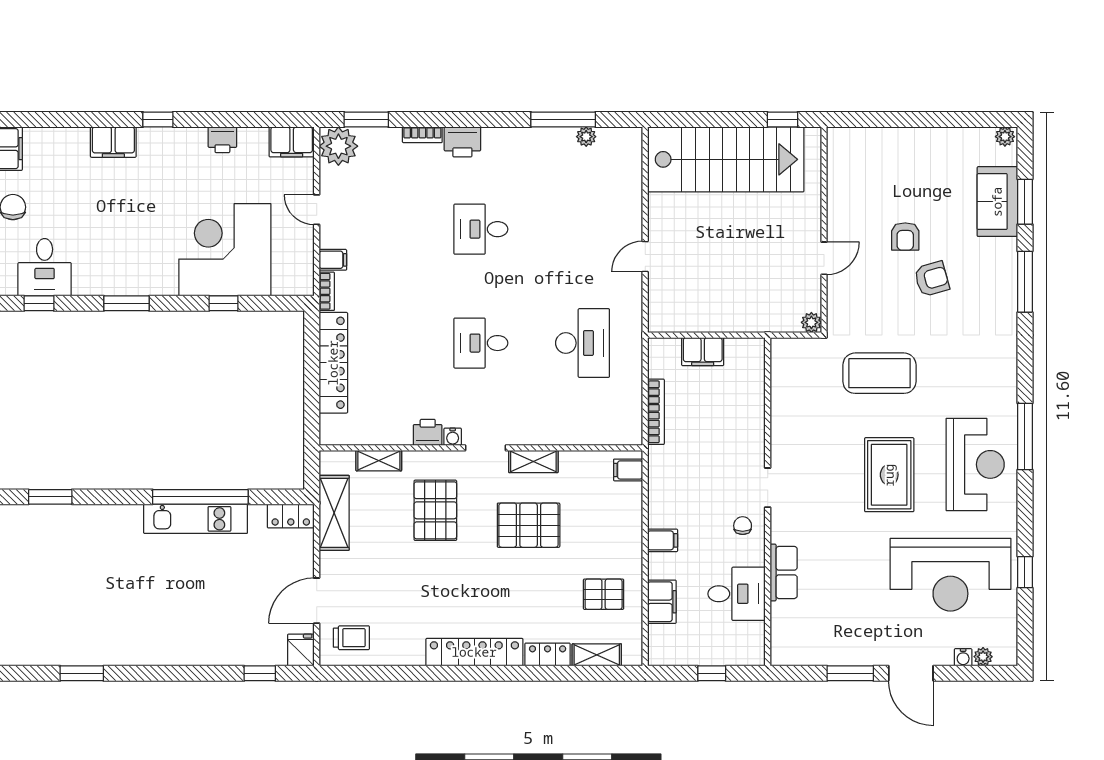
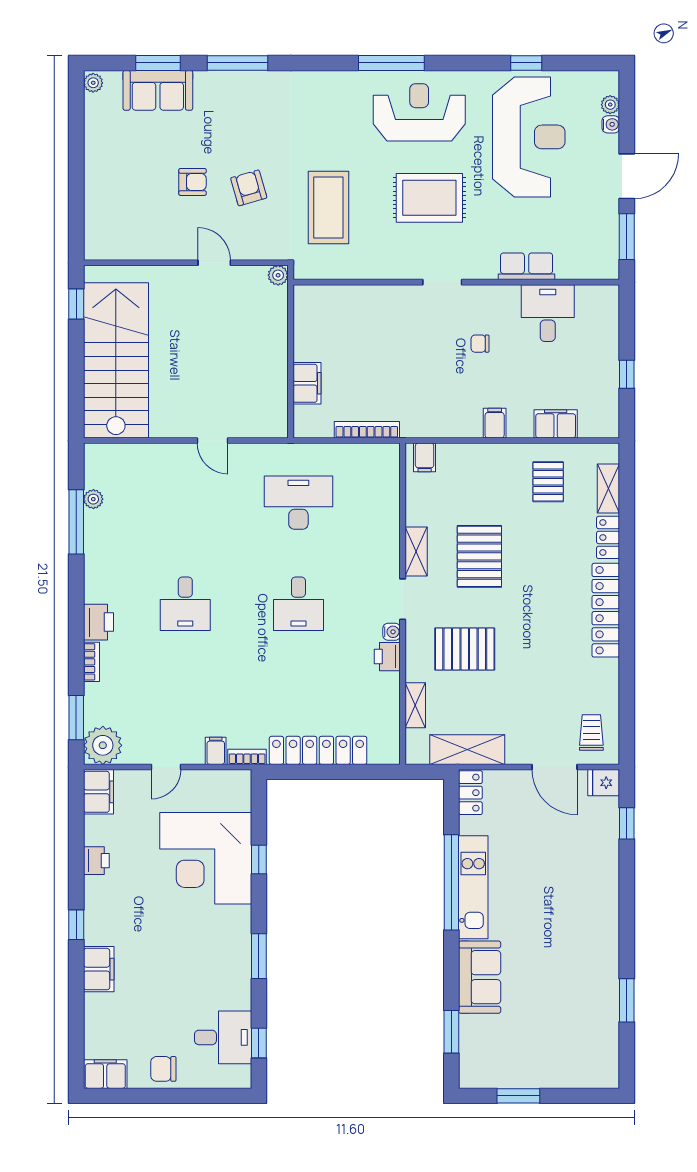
armchair: (932, 279) -> (249, 188), moved
doorway: (768, 488) -> (442, 282), moved
wall: (768, 502) -> (456, 282), moved
sofa: (105, 525) -> (480, 977), added
row of seats: (784, 572) -> (527, 266), moved
desk: (737, 594) -> (548, 313), moved

